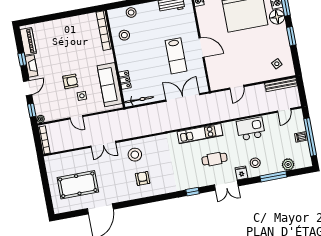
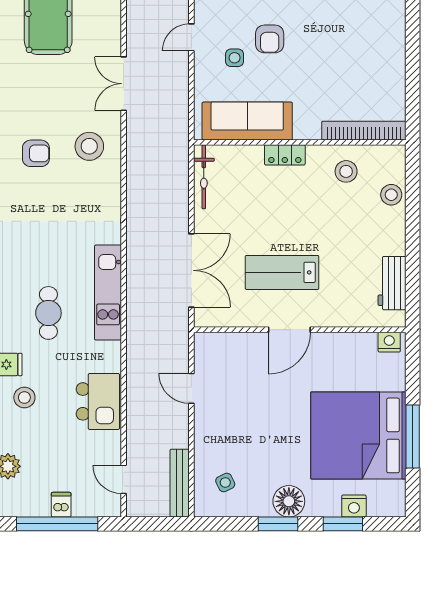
floor lamp: (277, 17) -> (289, 501), moved
locker: (125, 80) -> (285, 155), moved

